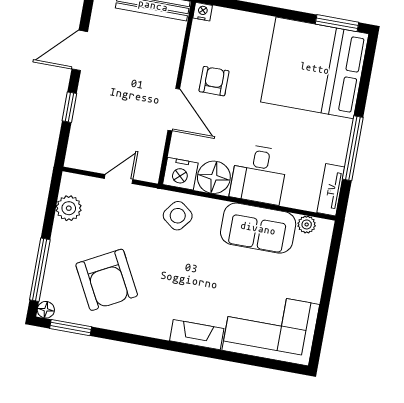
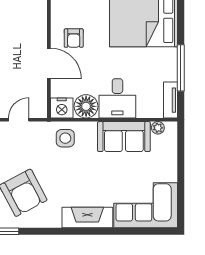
armchair: (214, 81) -> (74, 38), turned 180
side table: (178, 216) -> (65, 138), turned -38
fireplace: (197, 335) -> (87, 218), width x1.37, depth x1.32

